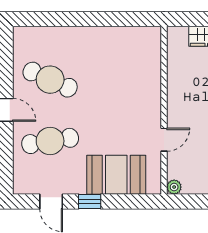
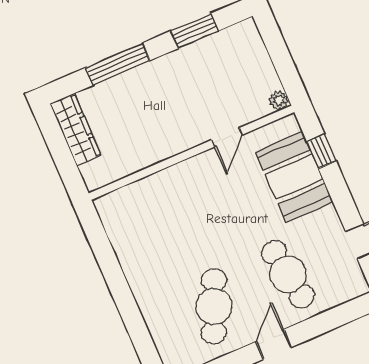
door: (164, 140) -> (227, 137), swing flipped
window: (90, 201) -> (322, 151), moved

